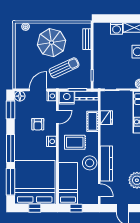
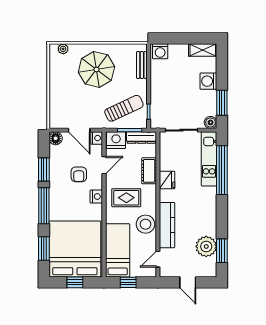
washing machine: (117, 28) -> (160, 51), moved
sun lounger: (64, 68) -> (124, 108), moved
door: (38, 90) -> (79, 130), swing flipped
window: (11, 110) -> (44, 169), moved
fridge: (106, 118) -> (167, 180), moved
window: (11, 182) -> (44, 248), width x0.69
door: (99, 190) -> (158, 259), swing flipped

